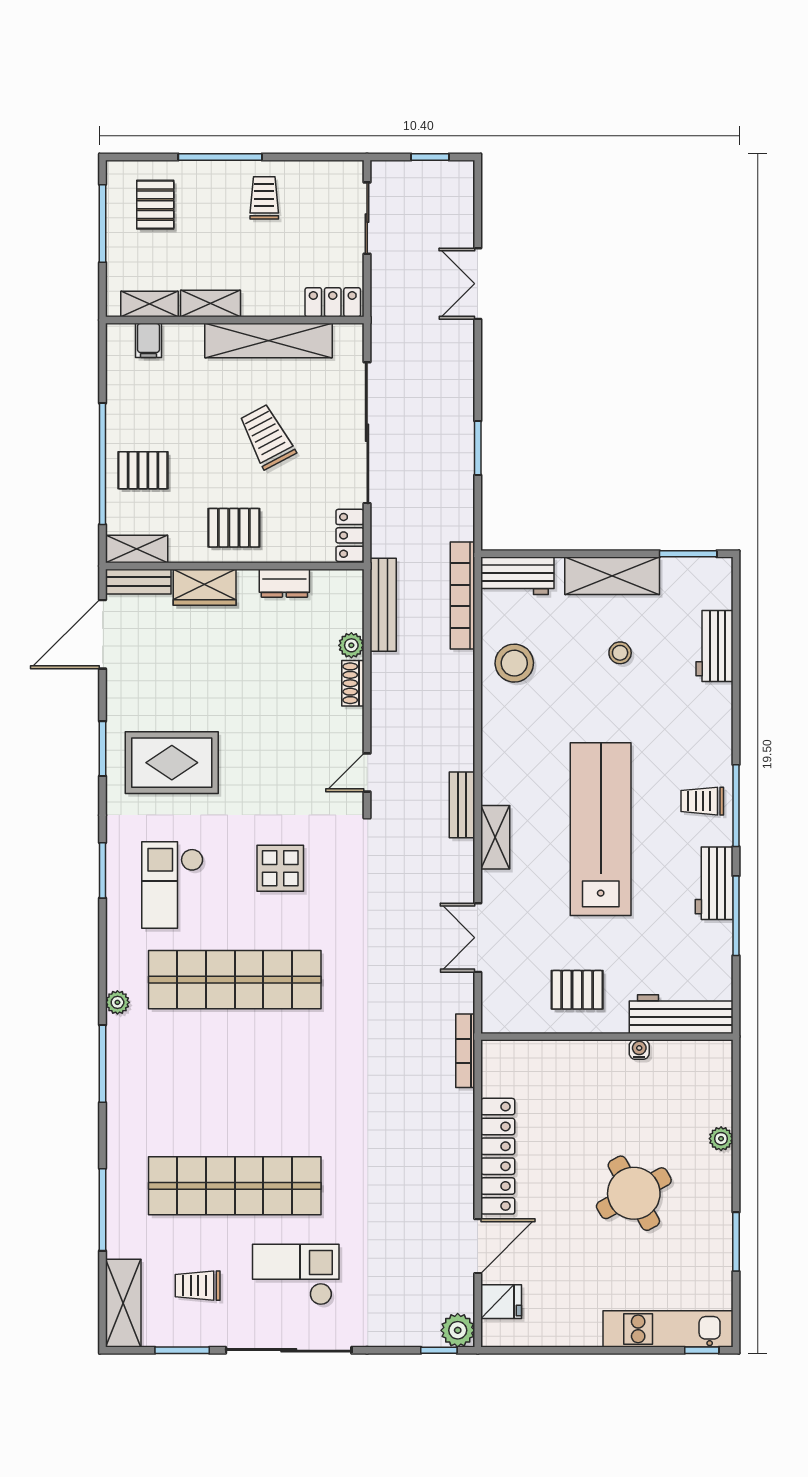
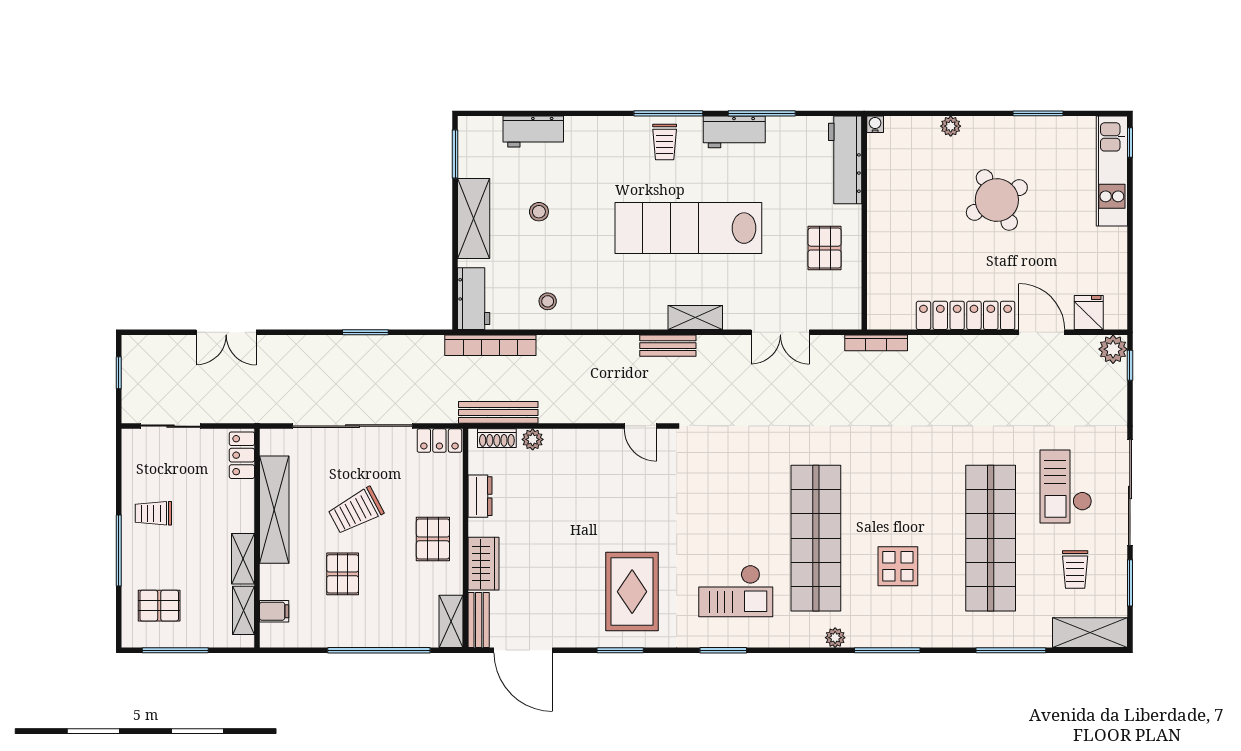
pallet: (143, 470) -> (343, 574), moved
stool: (514, 663) -> (548, 301), width x0.53, depth x0.53
shoe rack: (353, 683) -> (497, 438), moved
display table: (280, 868) -> (898, 566), moved
water cooler: (639, 1050) -> (875, 124), moved, turned 90

